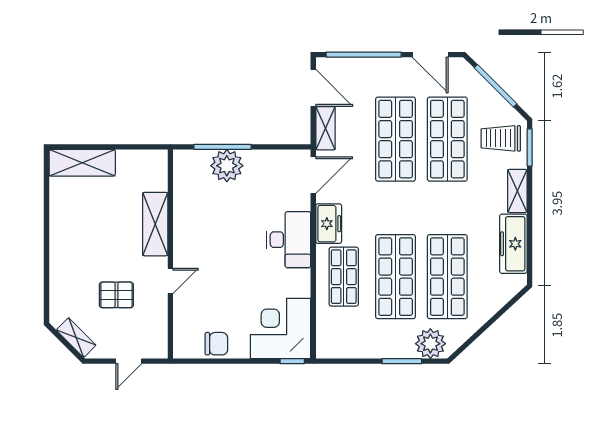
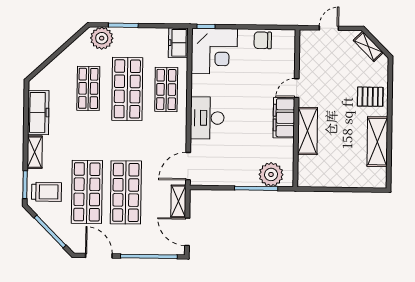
shelving: (82, 163) -> (377, 142), moved, turned 90
plant: (227, 166) -> (271, 174), moved
freezer: (329, 224) -> (178, 43), moved
filing cabinet: (187, 241) -> (284, 118), added
shop shelf: (447, 277) -> (88, 88), width x0.70, depth x0.74
pallet: (116, 295) -> (370, 97), moved

